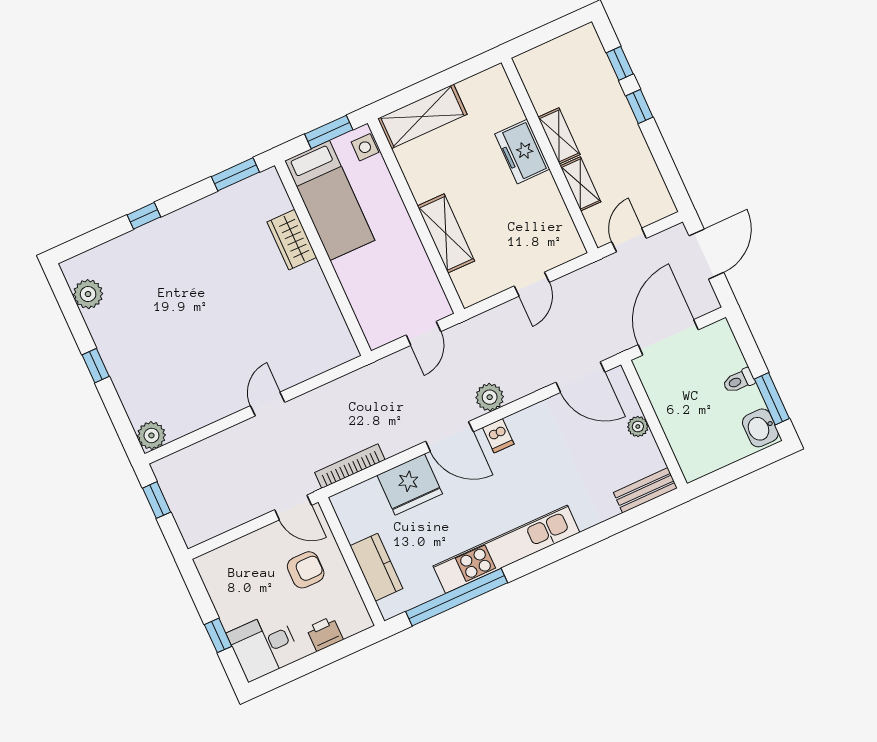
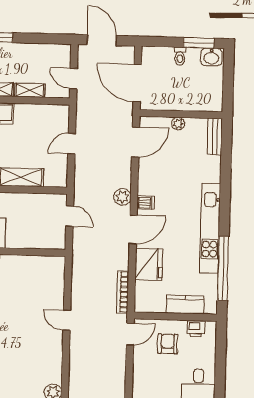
door: (532, 284) -> (72, 144), swing flipped
printer: (325, 634) -> (196, 328), moved, turned -90

